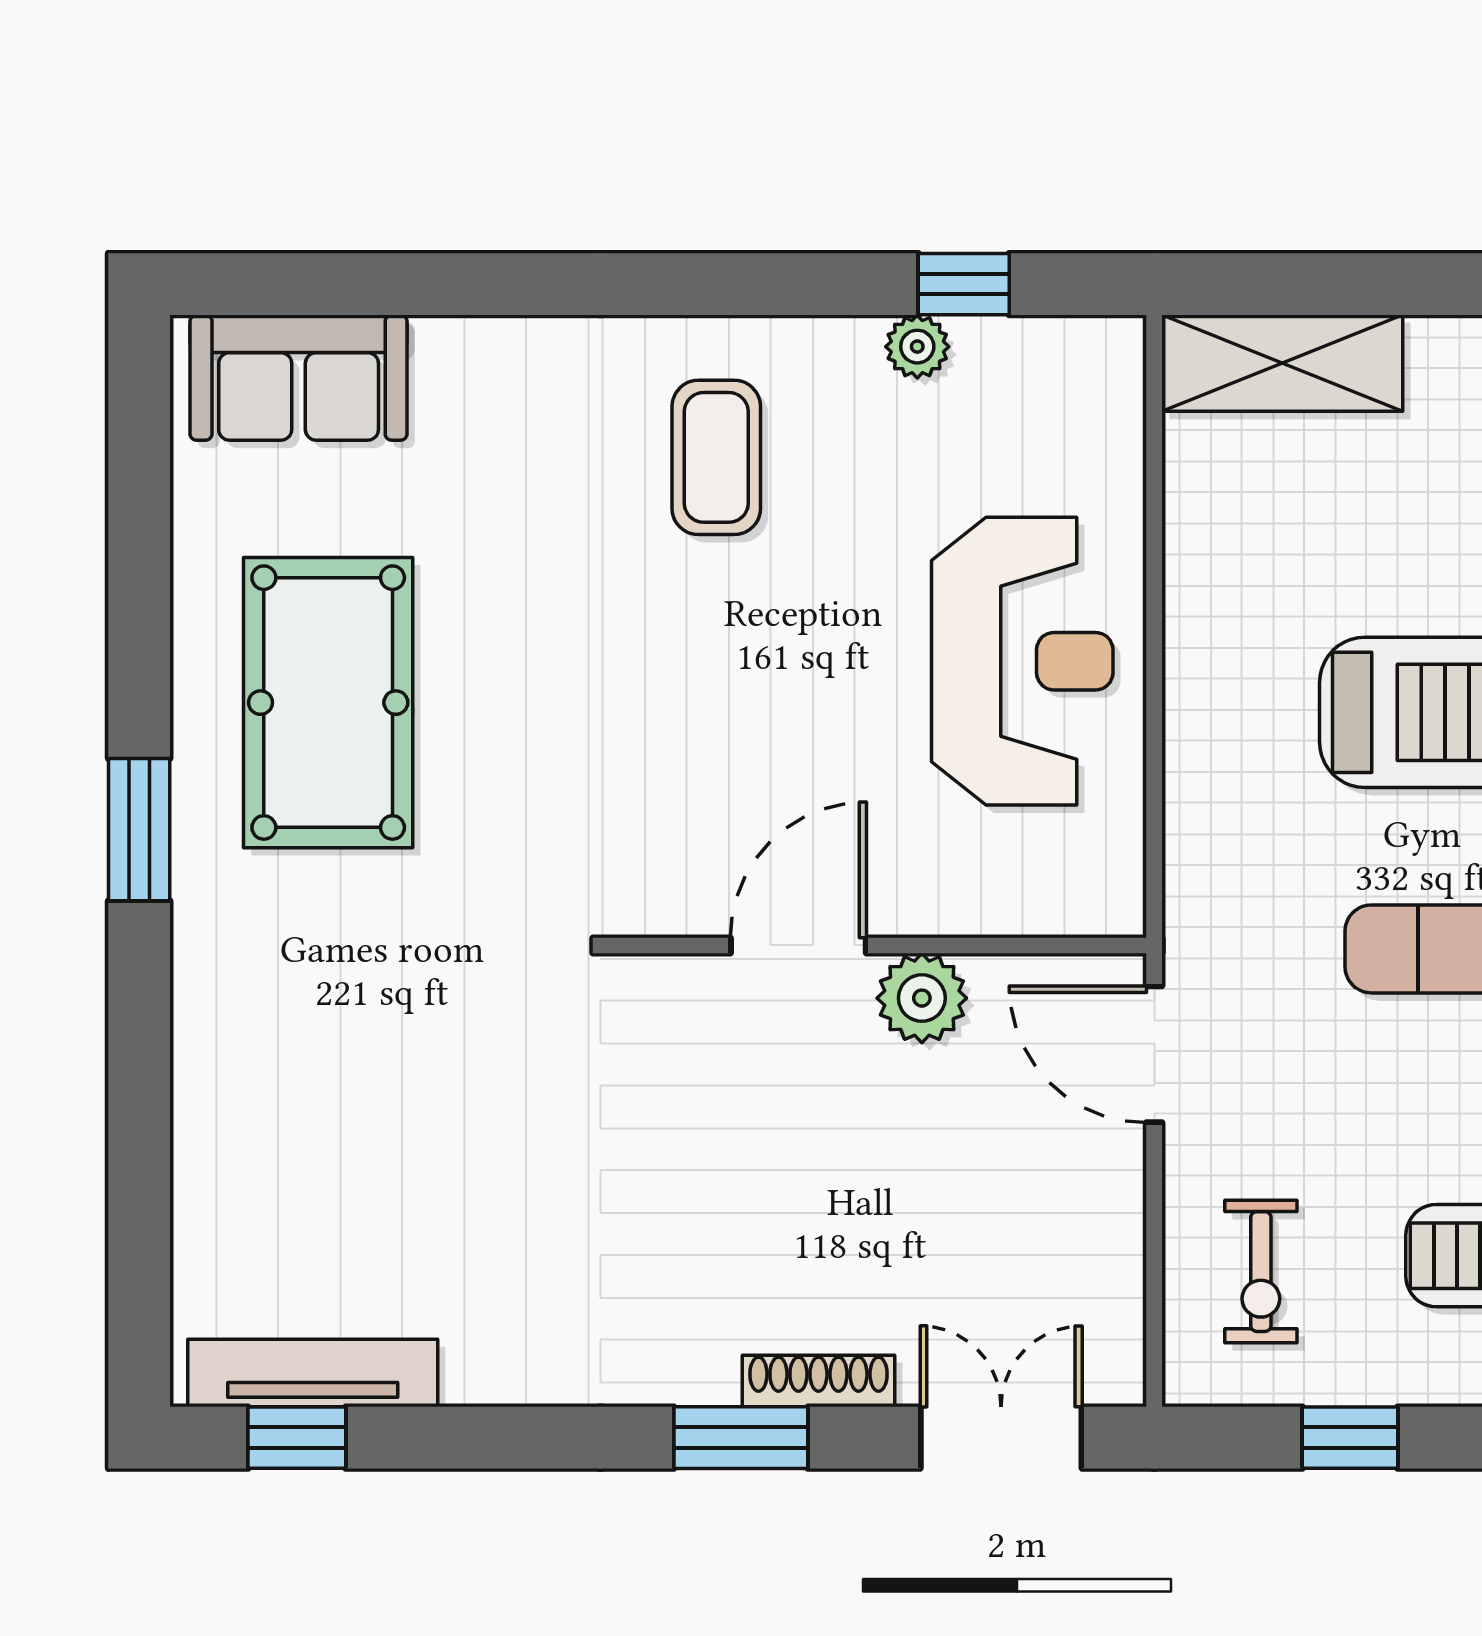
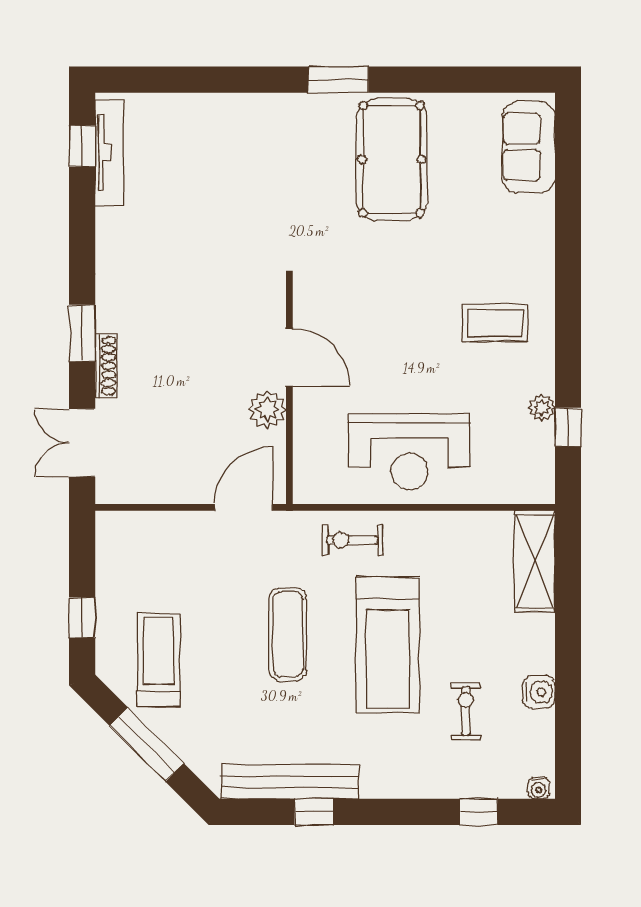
pool table: (328, 703) -> (392, 159), turned 90
exercise bike: (1261, 1272) -> (352, 540), moved
double door: (1001, 1438) -> (82, 443), swing flipped
window: (1350, 1438) -> (82, 618), moved

